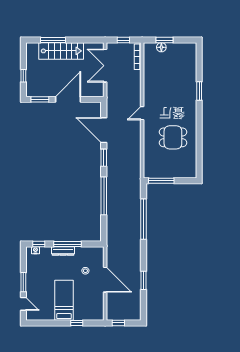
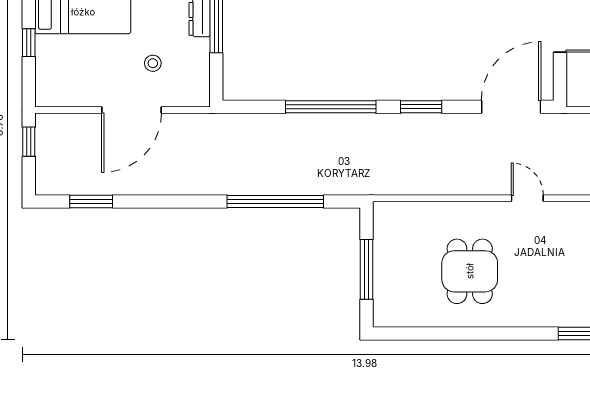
door: (104, 130) -> (511, 107), moved
window: (161, 181) -> (367, 269), moved
window: (144, 280) -> (91, 201), moved

